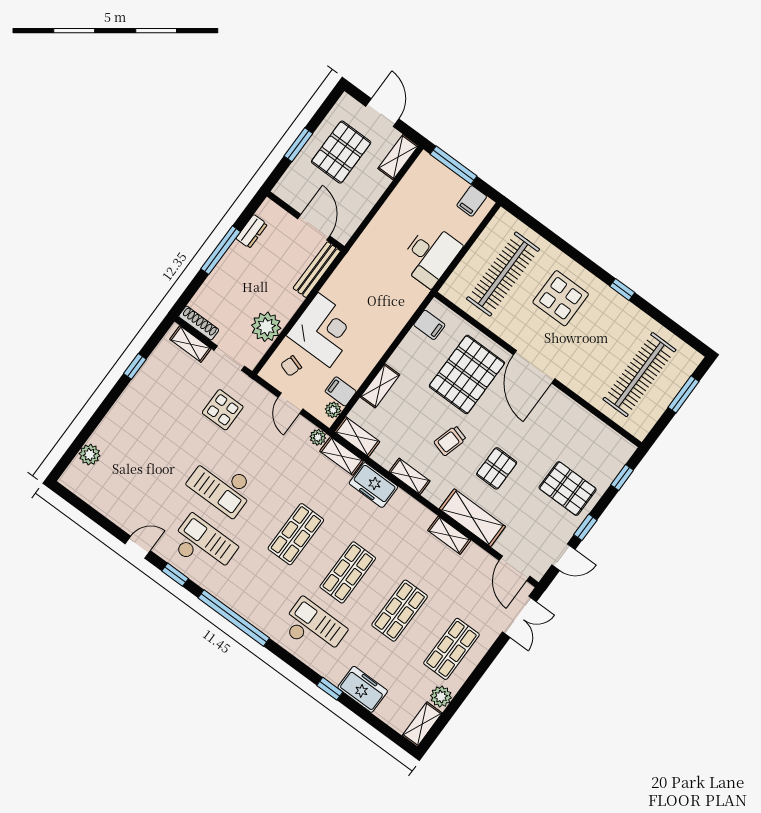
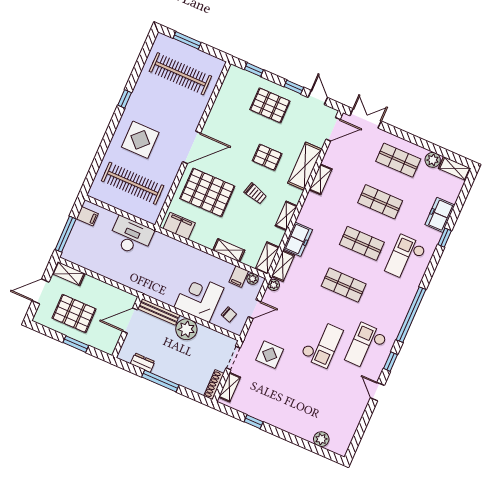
filing cabinet: (429, 325) -> (179, 226), width x2.00
plant: (266, 327) -> (186, 329), moved
pallet: (568, 489) -> (270, 105), turned 90

